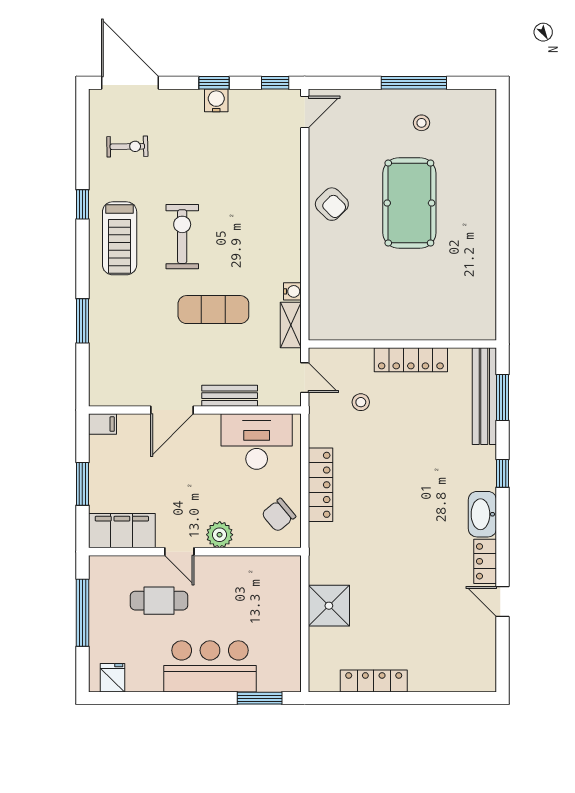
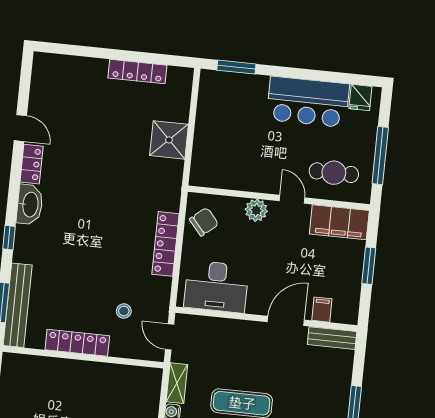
bench: (230, 396) -> (332, 338), moved
filing cabinet: (102, 424) -> (322, 310), moved, turned 90
cafe table: (159, 601) -> (334, 173), moved
bar counter: (210, 666) -> (308, 102), moved

